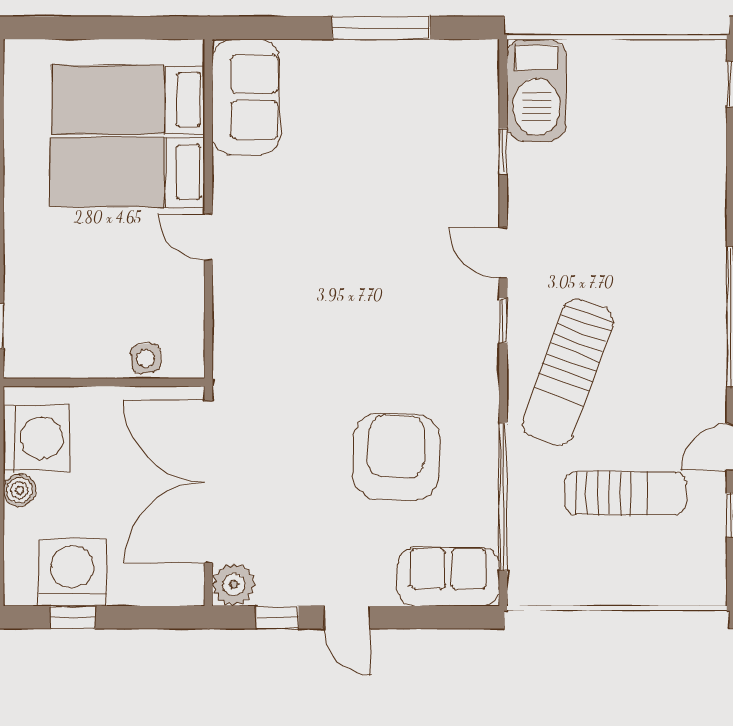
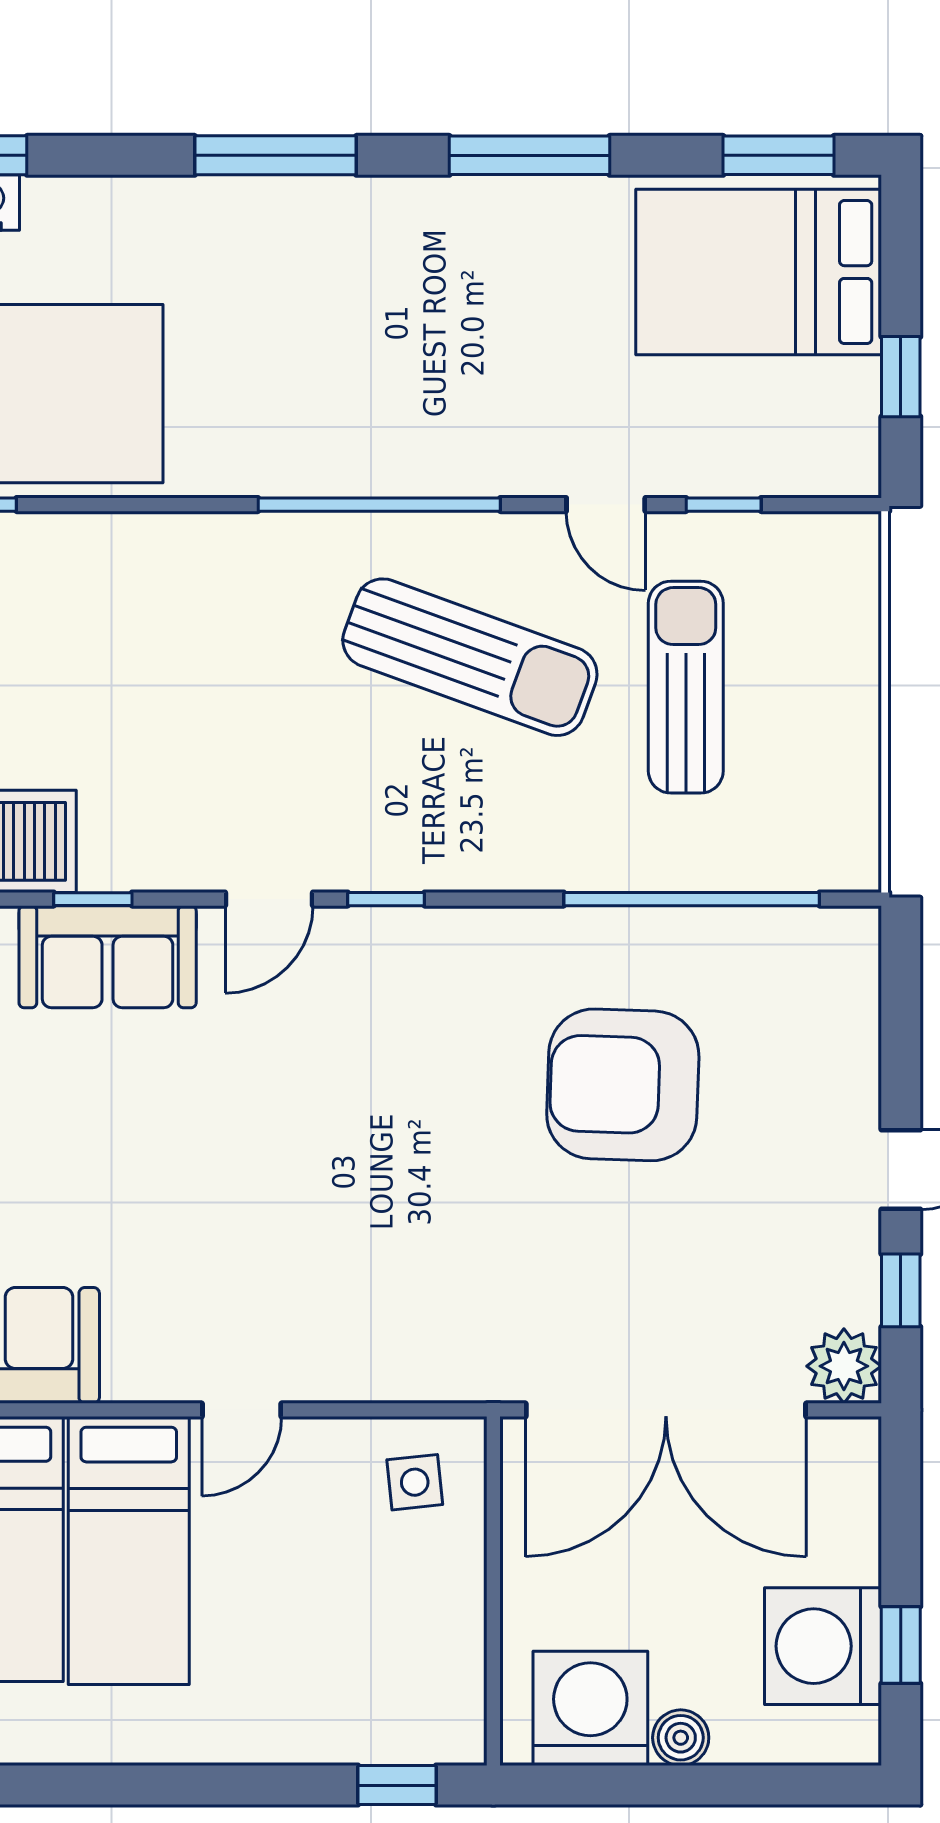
side table: (146, 358) -> (415, 1482), moved
sun lounger: (568, 372) -> (470, 657), moved
sofa: (448, 577) -> (108, 957), moved, turned -90

